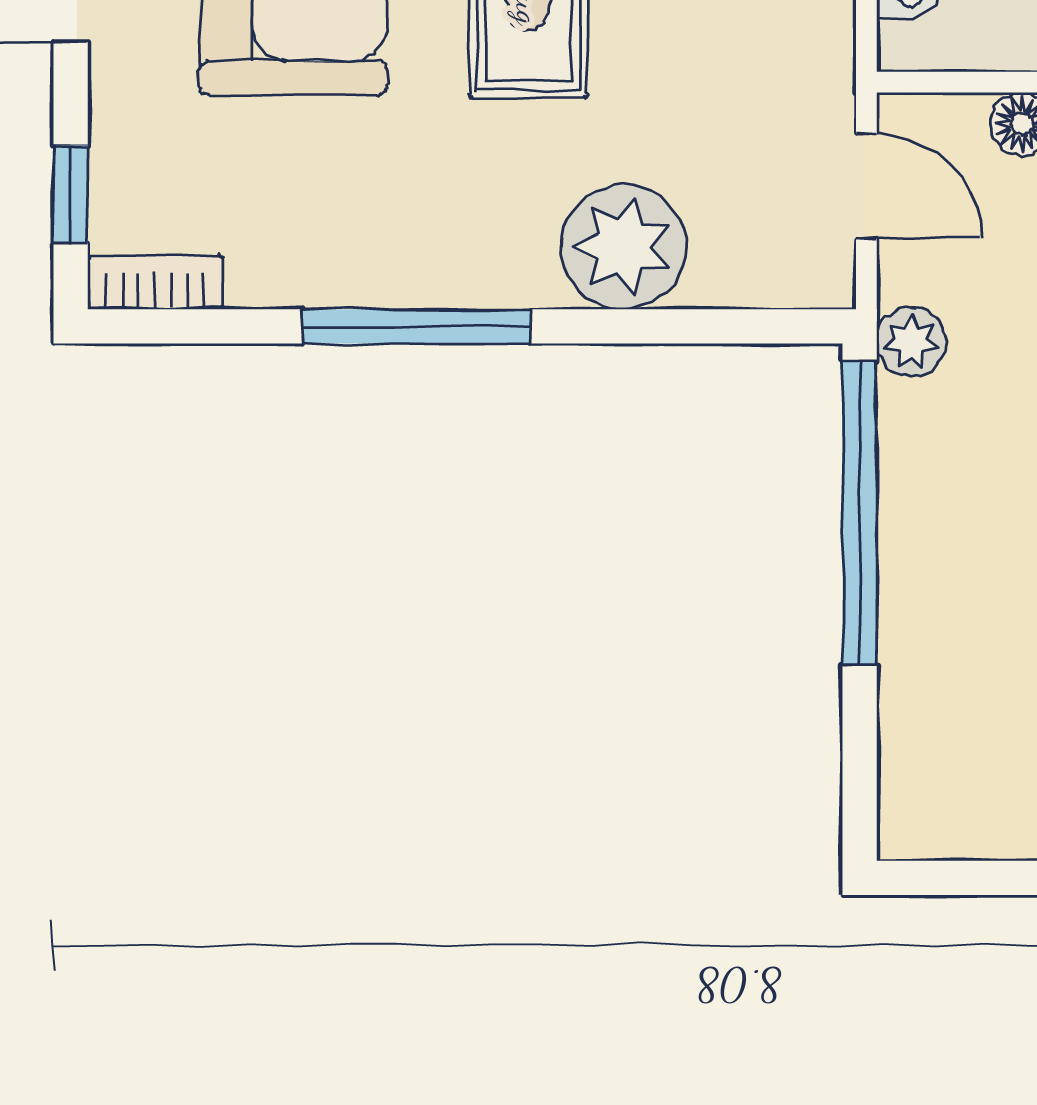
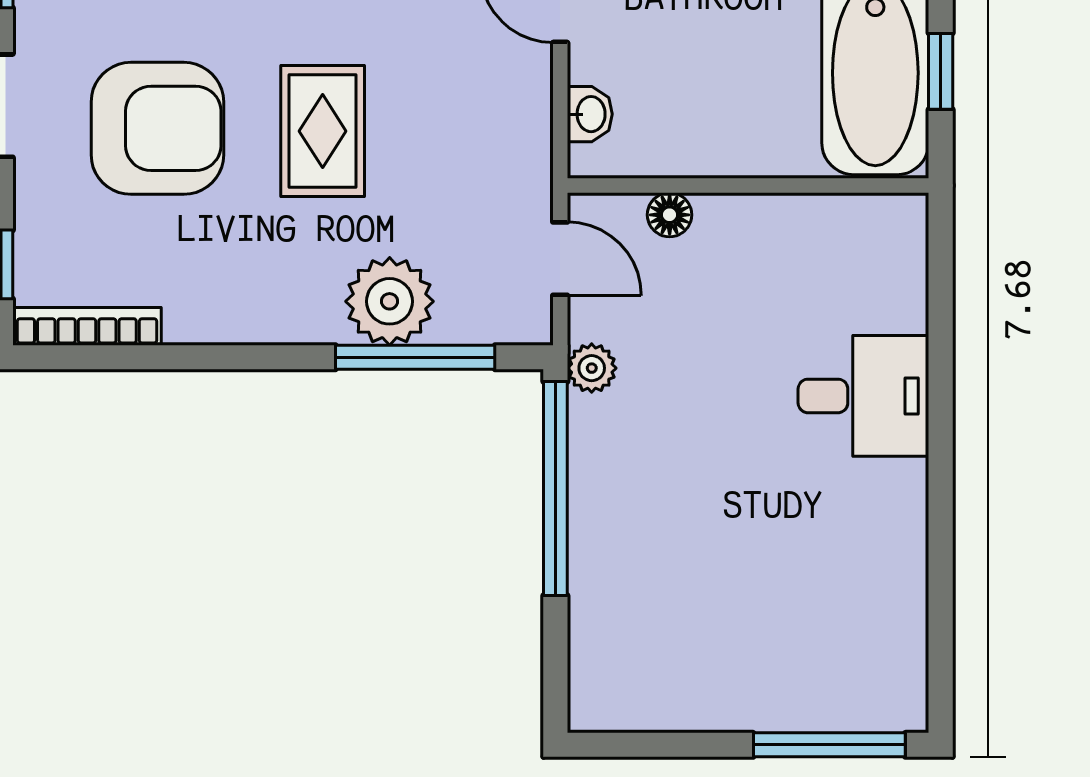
bookcase: (155, 282) -> (87, 326), width x1.56
window: (417, 326) -> (415, 357), moved

